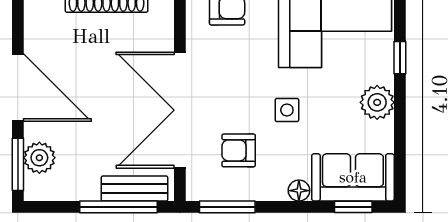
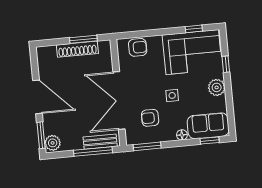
plant: (39, 158) -> (53, 143), moved

